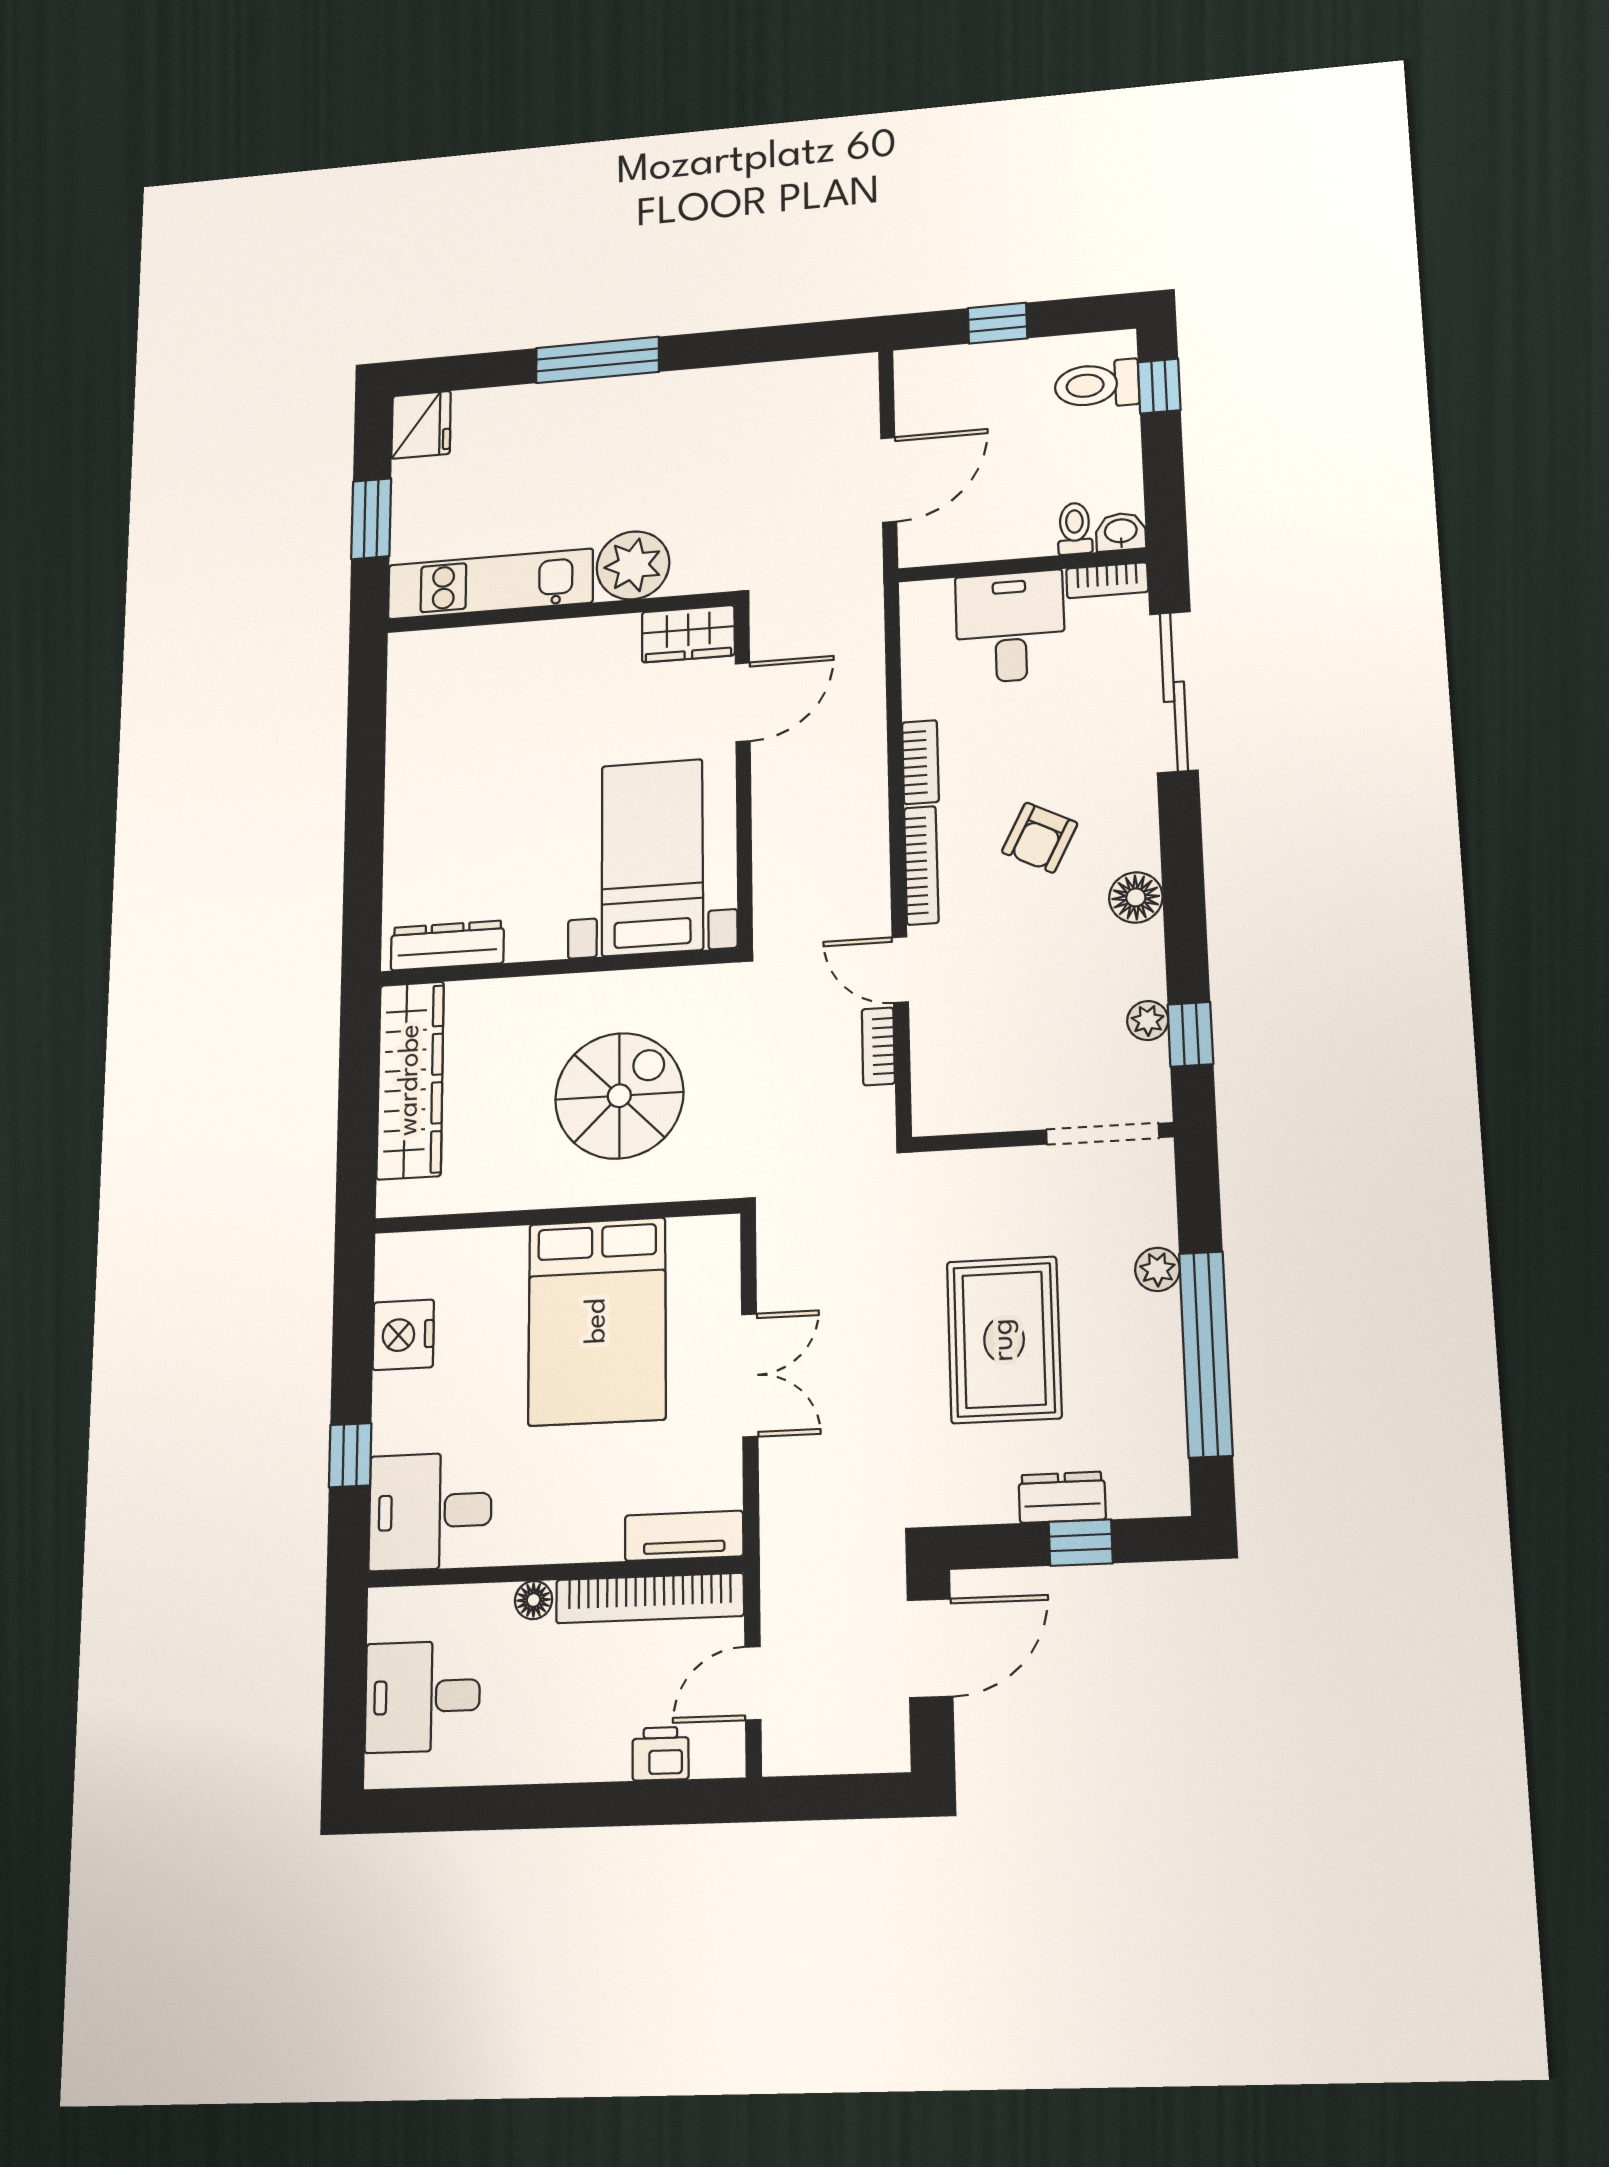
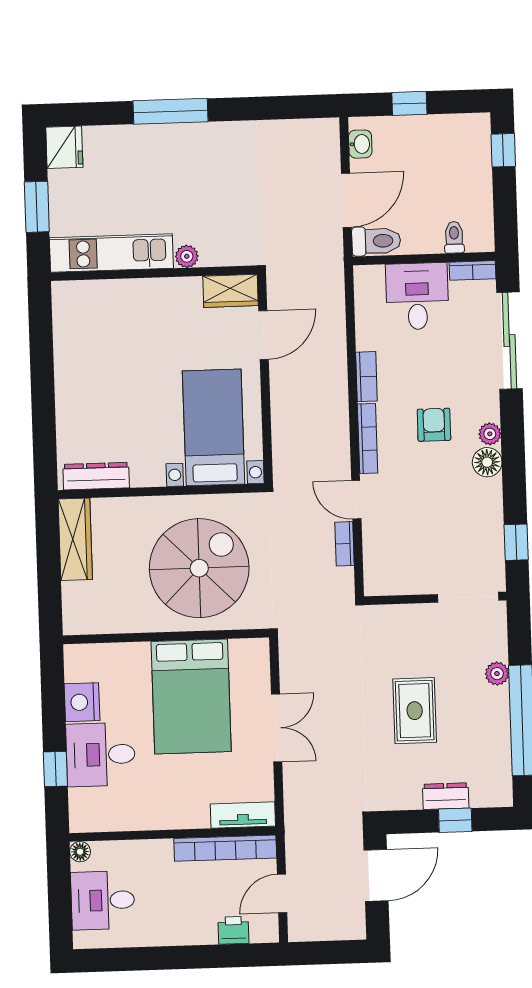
toilet: (1097, 385) -> (376, 241), moved, turned 180
washbasin: (1121, 532) -> (360, 144), moved, turned 90
plant: (633, 565) -> (187, 256), width x0.53, depth x0.53
armchair: (1040, 838) -> (434, 425), turned 153
plant: (1148, 1021) -> (490, 434), moved
wardrobe: (410, 1080) -> (75, 539), width x0.71, depth x0.85
spiral stairs: (619, 1096) -> (199, 568), width x1.37, depth x1.37
rug: (1004, 1340) -> (415, 711), width x0.73, depth x0.70
desk: (430, 1511) -> (101, 755), moved
floor lamp: (534, 1600) -> (80, 852), moved

